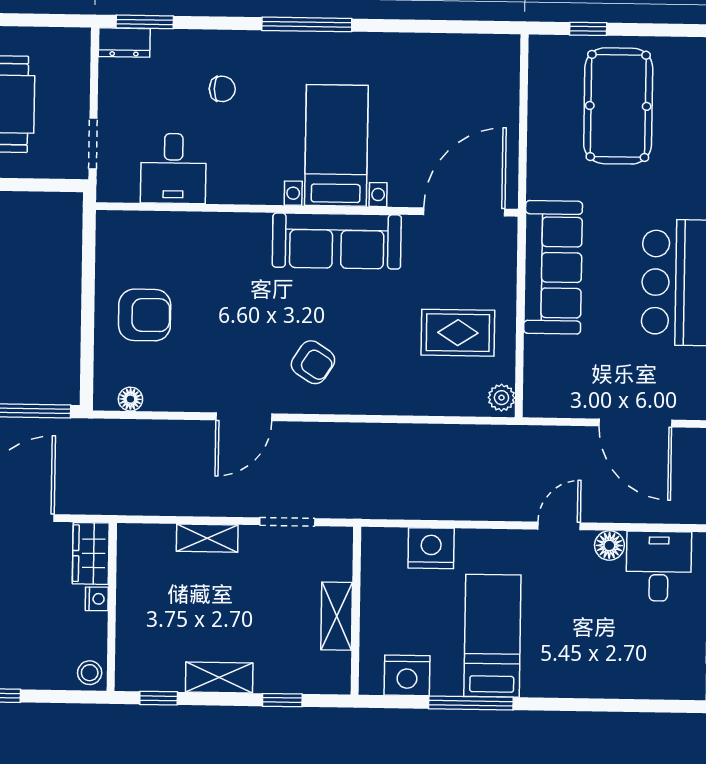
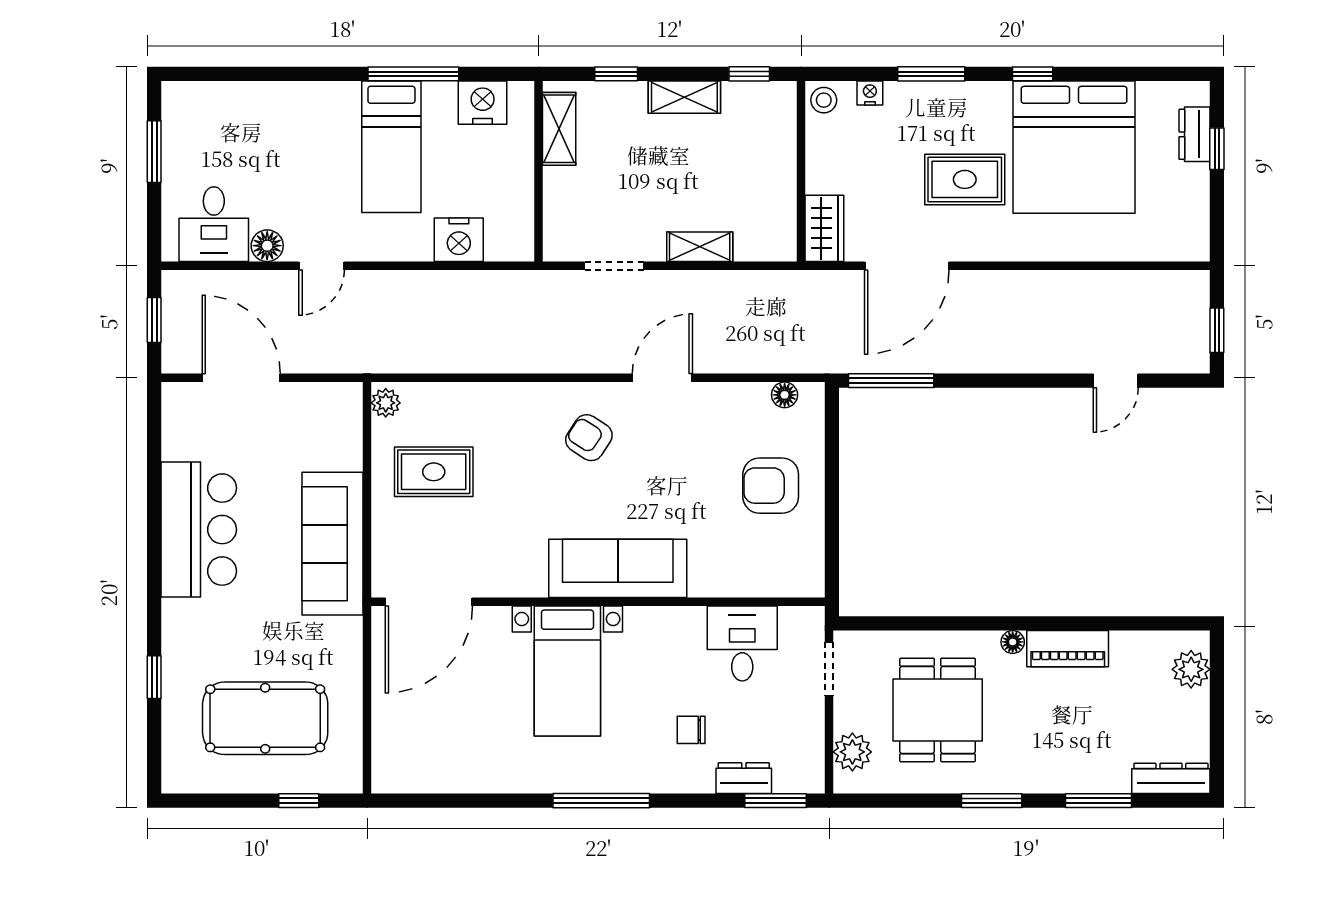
dresser: (124, 43) -> (744, 778), moved
plant: (73, 66) -> (852, 752), added
pool table: (618, 106) -> (265, 718), turned 90
sofa: (337, 241) -> (618, 568), moved
nightstand: (97, 599) -> (870, 93), moved, turned 90
shelving: (337, 616) -> (559, 129), moved

